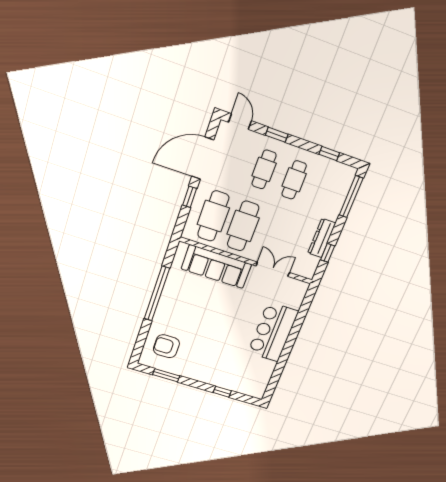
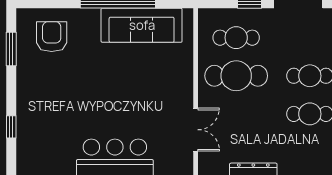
cafe table: (213, 216) -> (236, 38), width x0.73, depth x0.74
sofa: (216, 267) -> (142, 25), moved, turned -90

